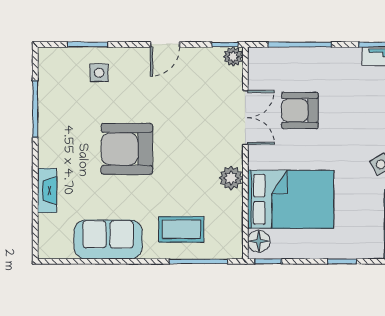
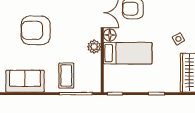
bed: (291, 199) -> (128, 53), width x0.67
coffee table: (181, 229) -> (66, 76), turned 90
floor lamp: (259, 241) -> (110, 35), moved

